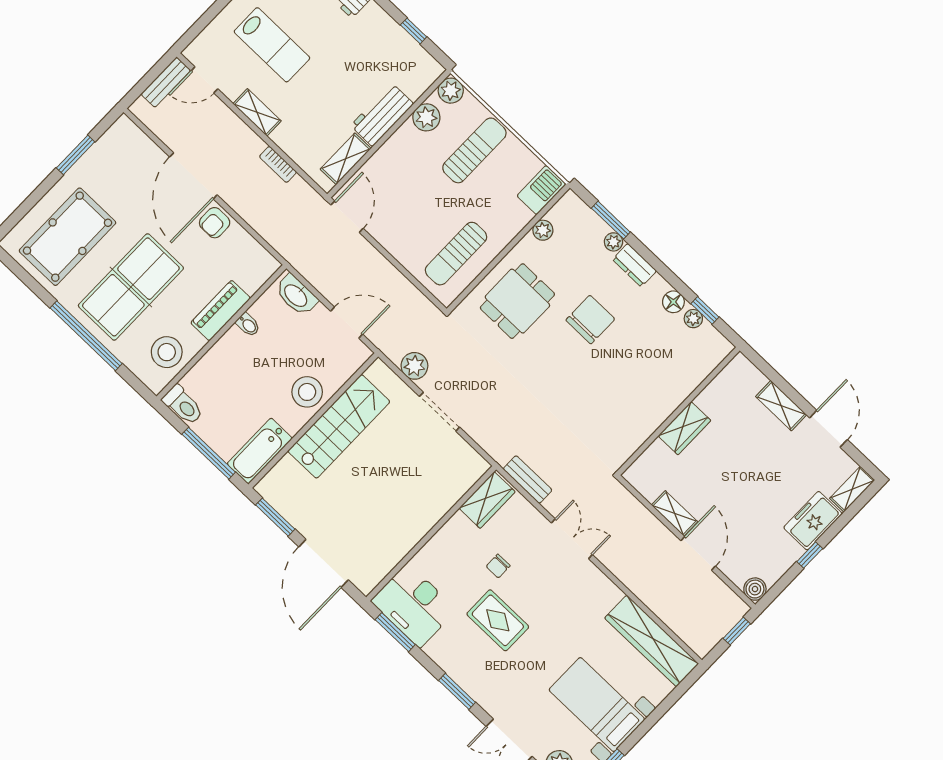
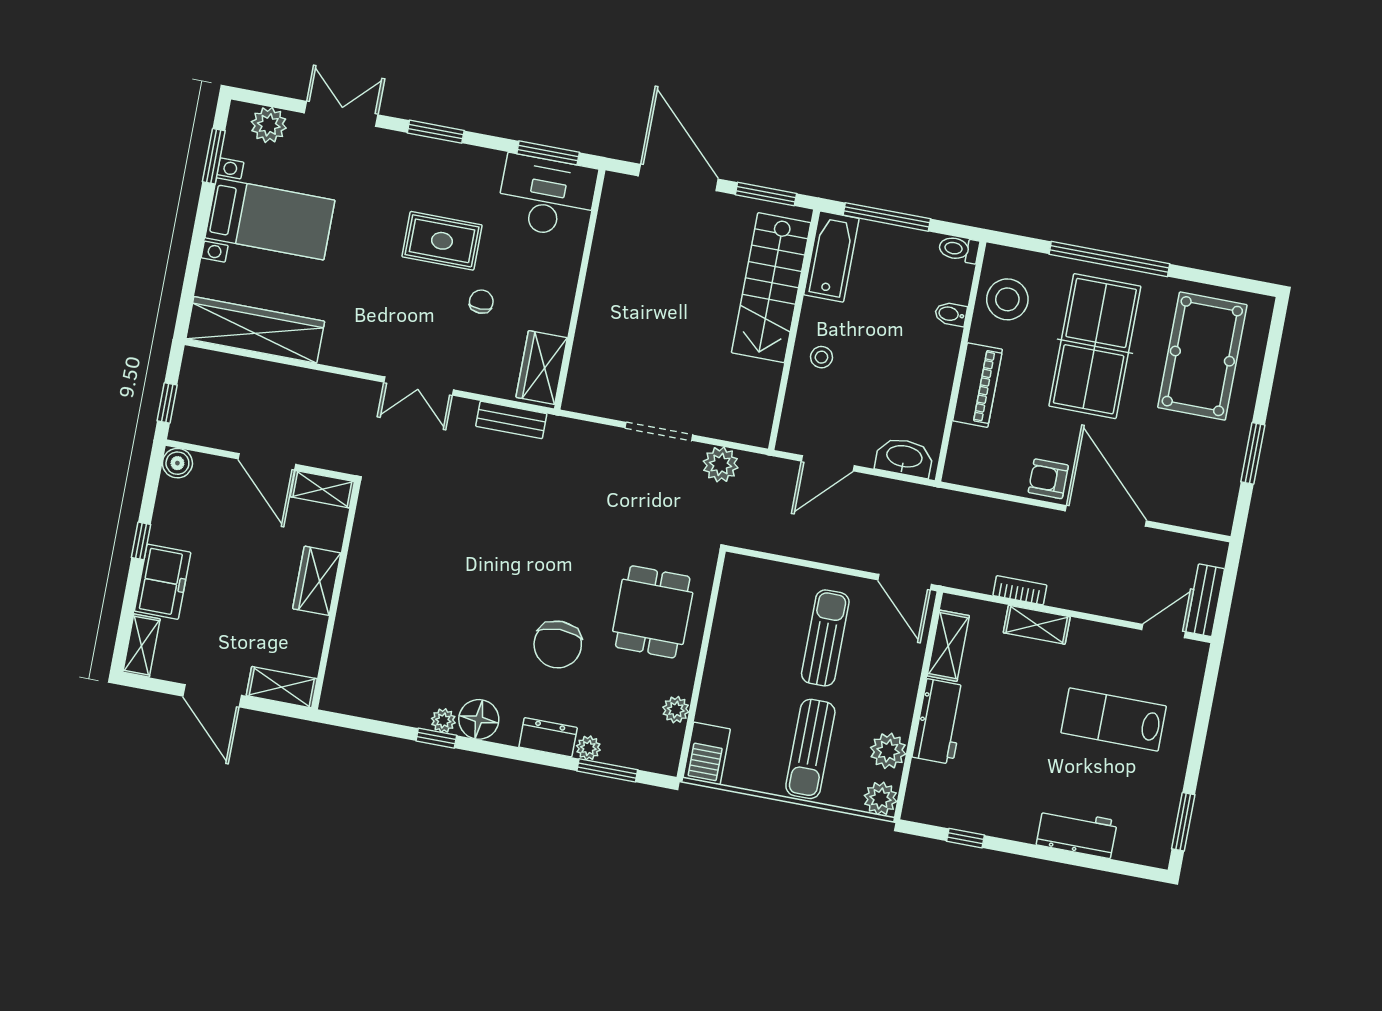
shelving: (257, 112) -> (1037, 625), moved
armchair: (215, 223) -> (1048, 479), turned -90
sun lounger: (456, 254) -> (825, 638), moved
floor lamp: (673, 302) -> (479, 719), width x1.38, depth x1.38
bidet: (248, 325) -> (951, 314), moved
stool: (307, 392) -> (821, 357), width x0.53, depth x0.53
toilet: (183, 405) -> (959, 249), width x0.73, depth x0.72
wall: (678, 411) -> (336, 595), moved
stairs: (339, 426) -> (771, 288), moved
wardrobe: (684, 428) -> (317, 581), moved

